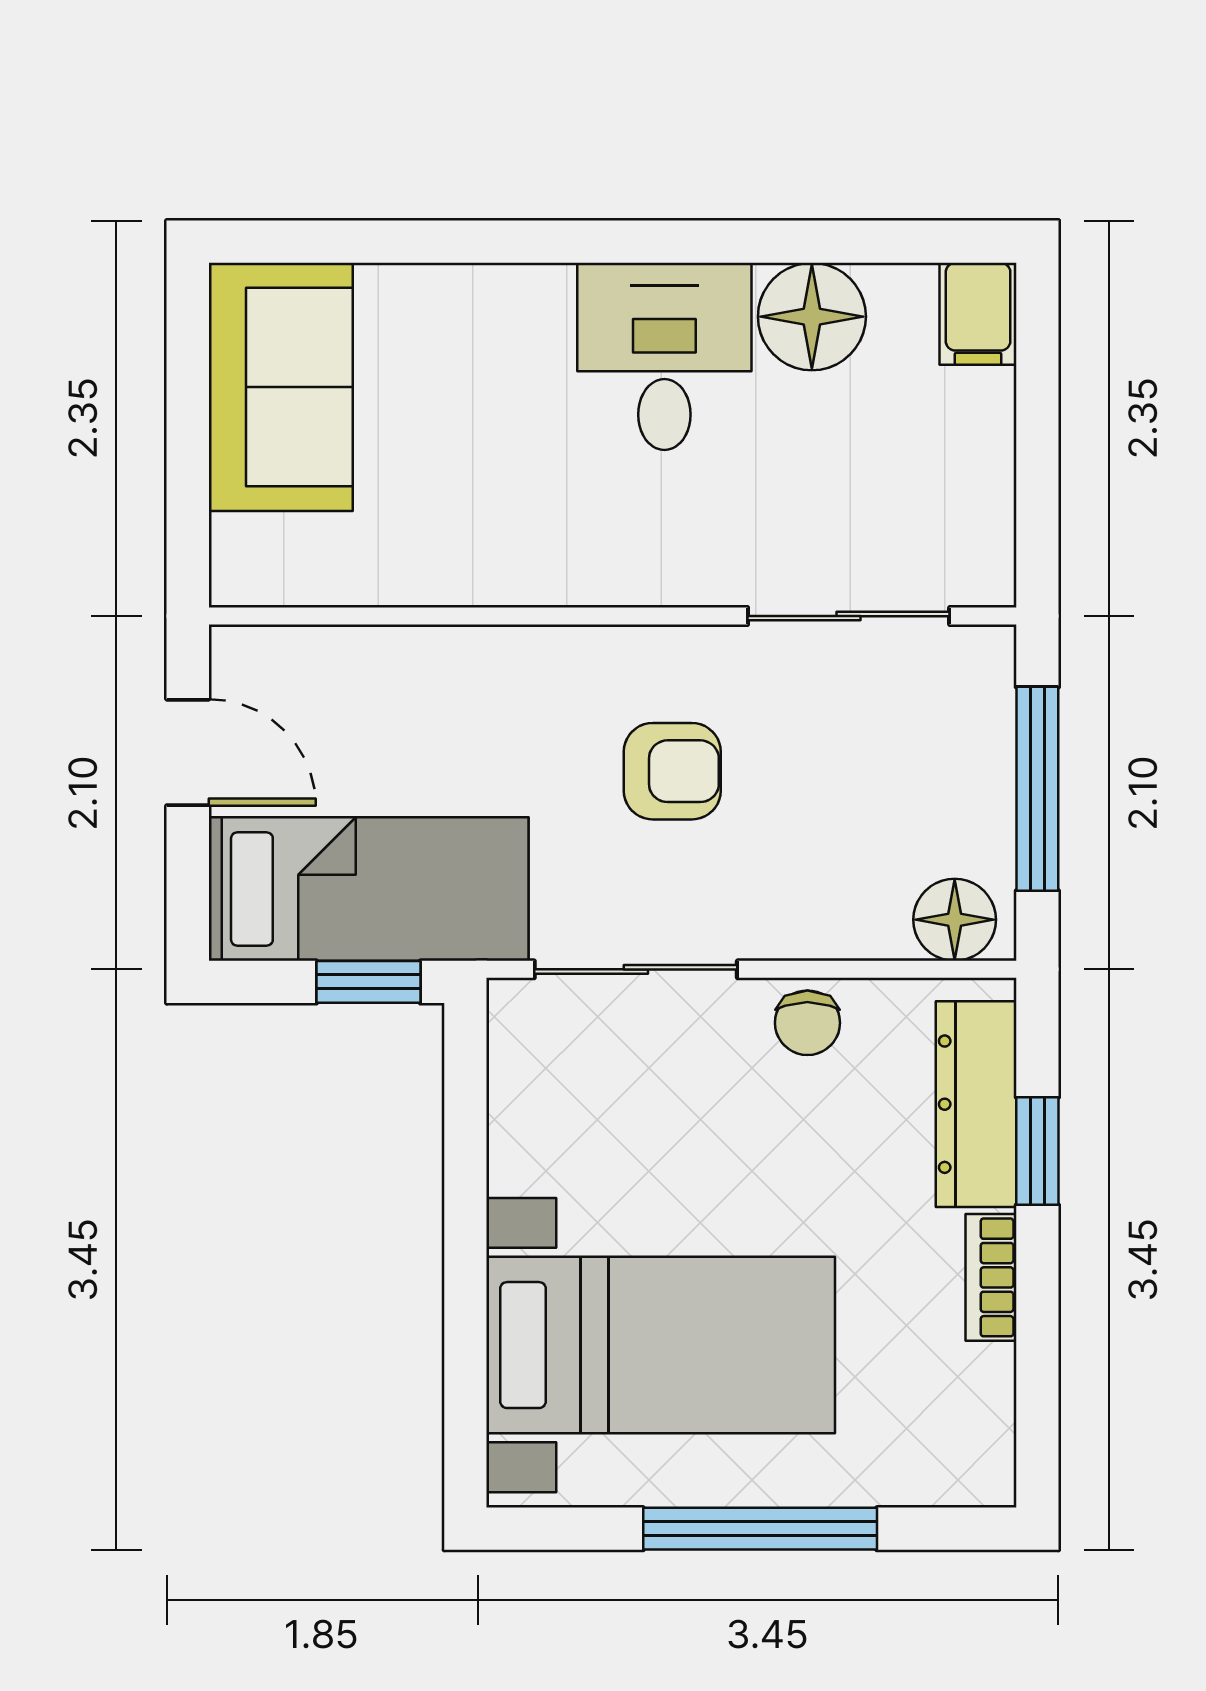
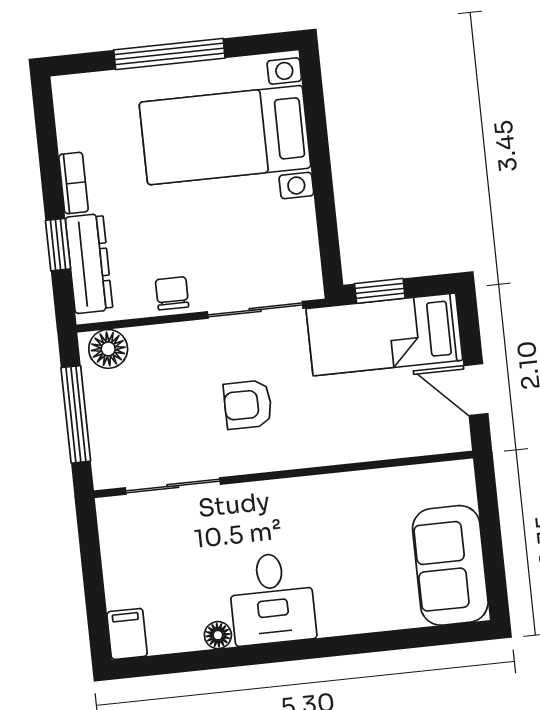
floor lamp: (812, 317) -> (218, 635), width x0.53, depth x0.53

